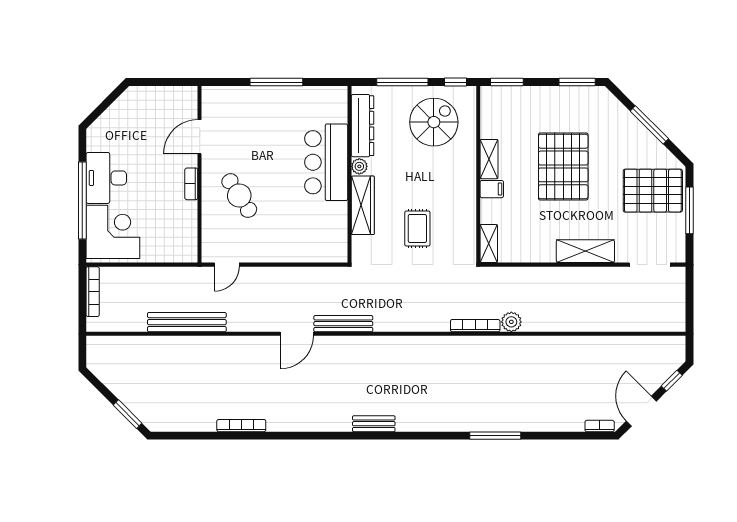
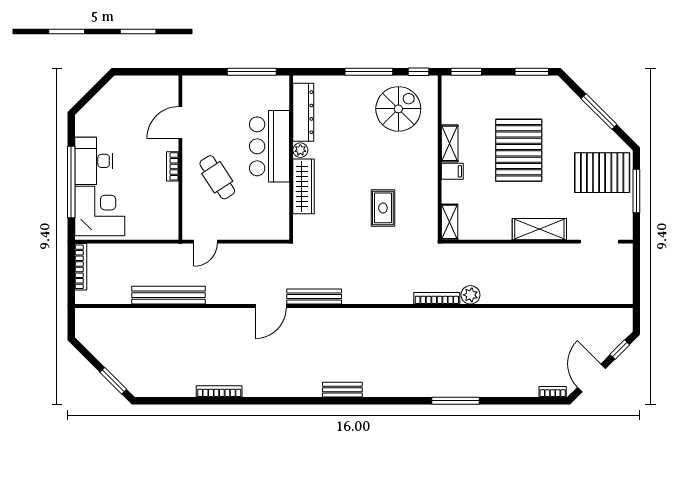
dresser: (363, 126) -> (303, 112), moved
bar counter: (326, 162) -> (269, 146), moved
plant: (359, 166) -> (300, 150), moved
wall: (349, 174) -> (291, 158), moved
wardrobe: (363, 205) -> (304, 186), moved

